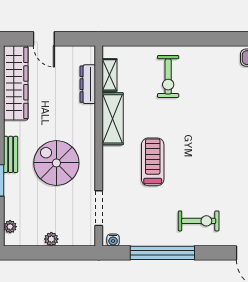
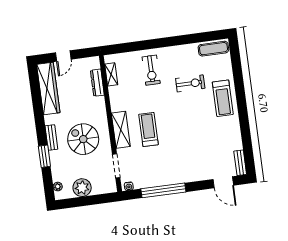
door: (44, 39) -> (63, 56), hinge flipped
shelving: (113, 119) -> (121, 130), moved
exercise bike: (199, 221) -> (190, 83), moved
plant: (51, 239) -> (82, 188), width x1.88, depth x1.88

